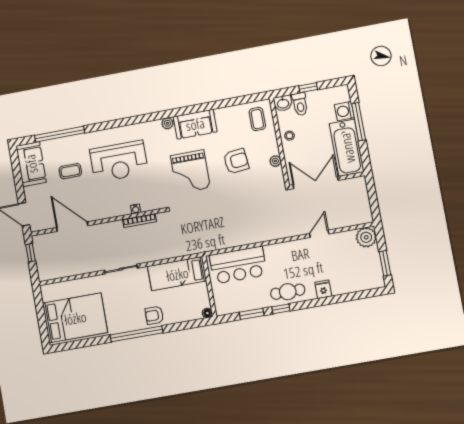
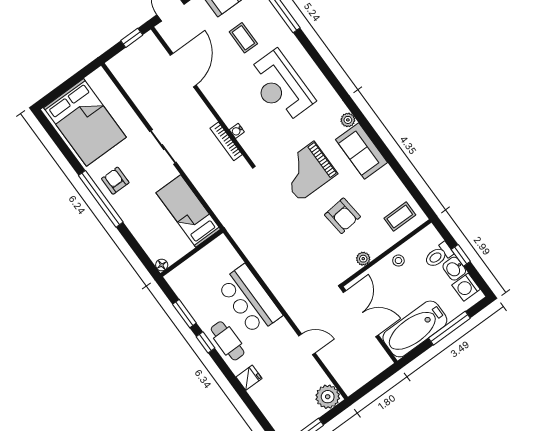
washbasin: (283, 103) -> (454, 269), moved
washing machine: (344, 111) -> (466, 287), moved, turned -90
bar counter: (238, 265) -> (249, 300), moved
armchair: (154, 315) -> (115, 181), moved

